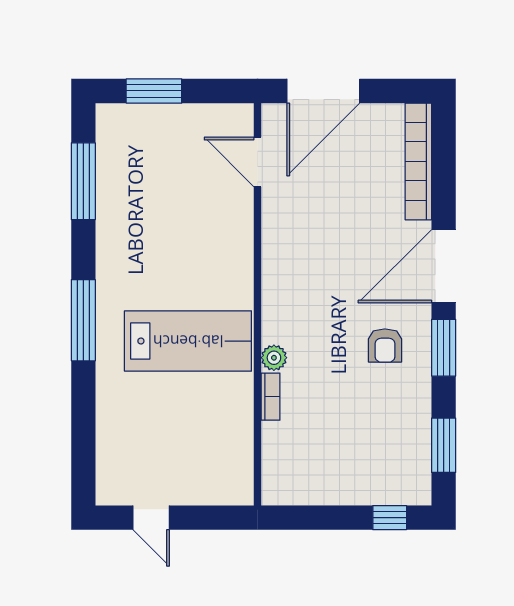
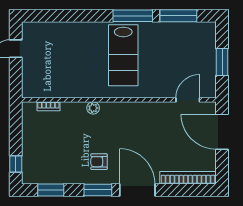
window: (154, 91) -> (222, 62), moved
window: (83, 320) -> (133, 16), moved
lab bench: (188, 341) -> (123, 55), moved
bookcase: (270, 397) -> (48, 106), moved

